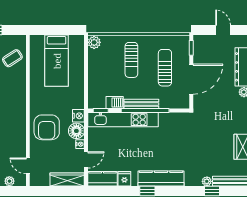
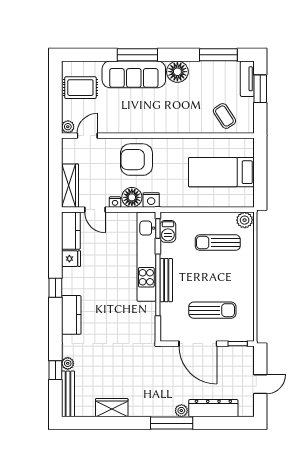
sun lounger: (131, 60) -> (218, 243), moved
barbecue: (115, 103) -> (168, 231), moved
kitchen counter: (161, 179) -> (71, 315), width x0.67
plant: (9, 181) -> (68, 127), moved

